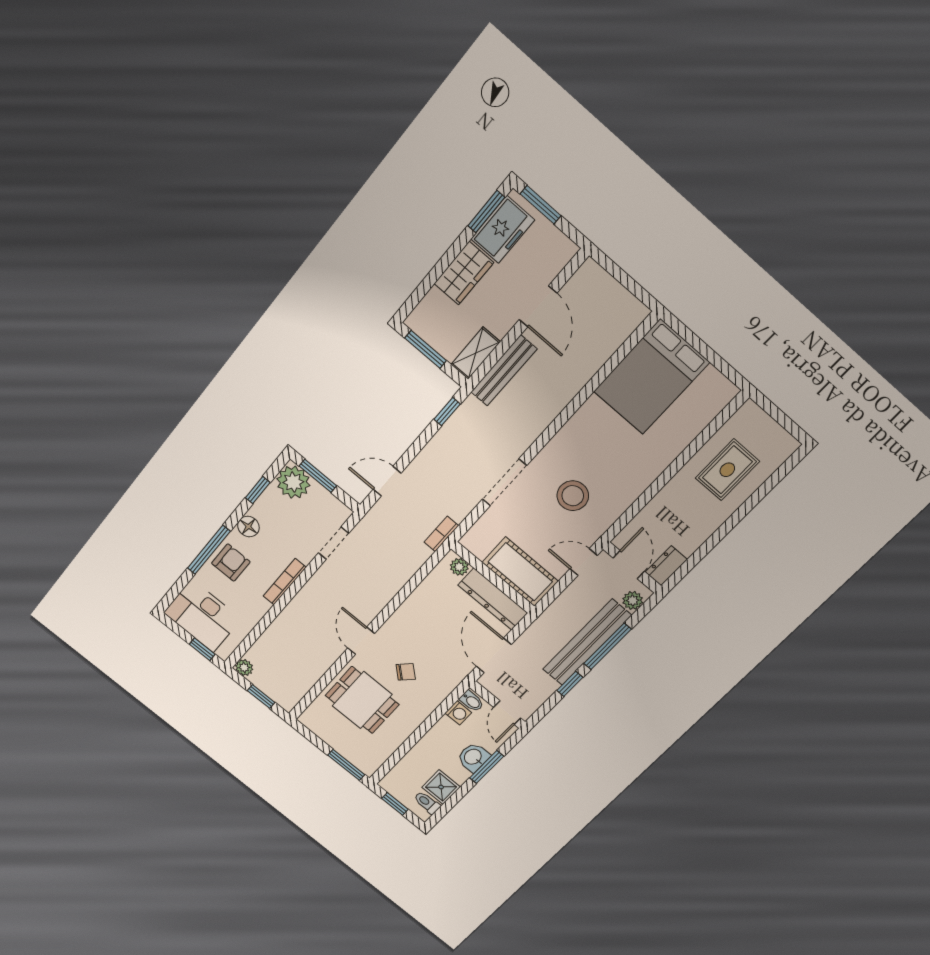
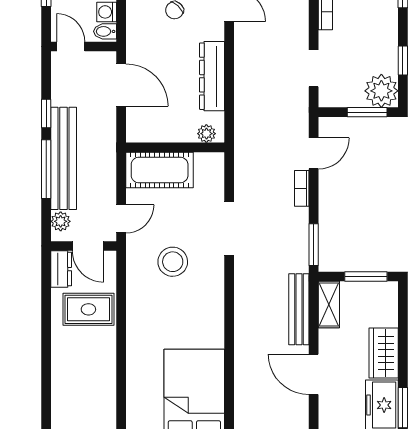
window: (447, 412) -> (314, 245), width x1.50
rug: (727, 470) -> (88, 309), moved, turned 90
floor lamp: (248, 527) -> (387, 24), removed
bookcase: (441, 534) -> (302, 188), moved, turned 180
dresser: (493, 599) -> (212, 76), moved, turned -90

